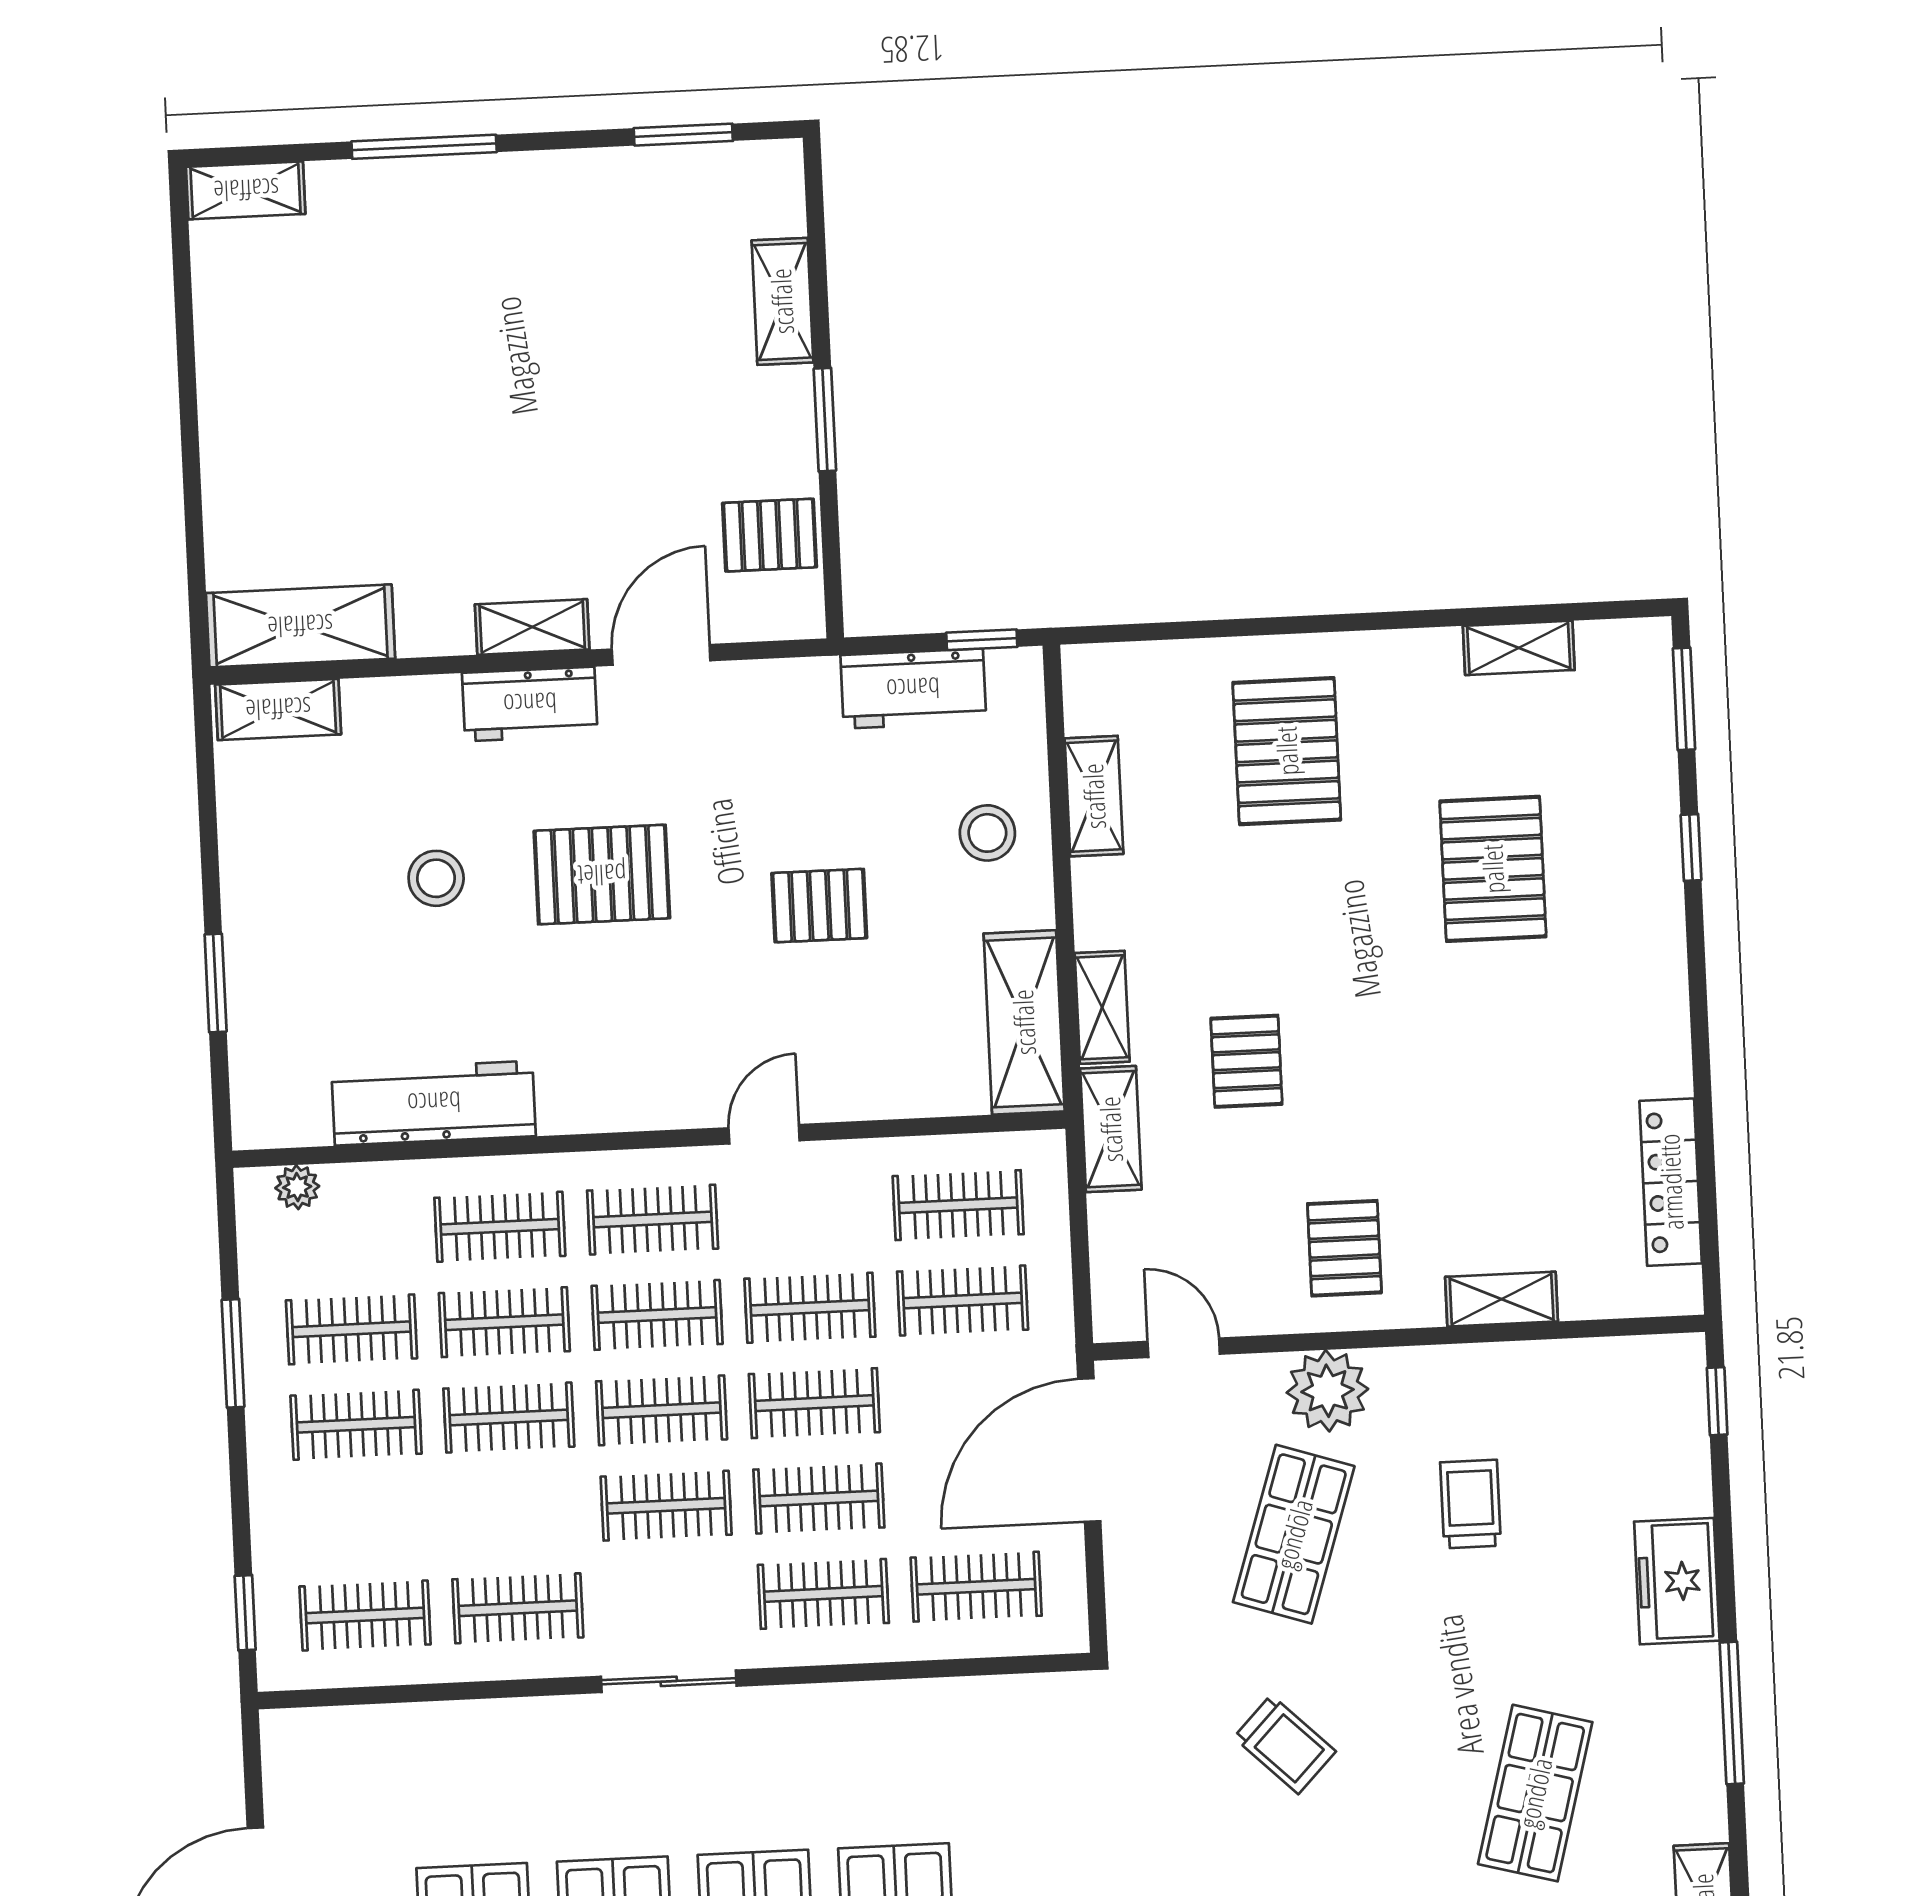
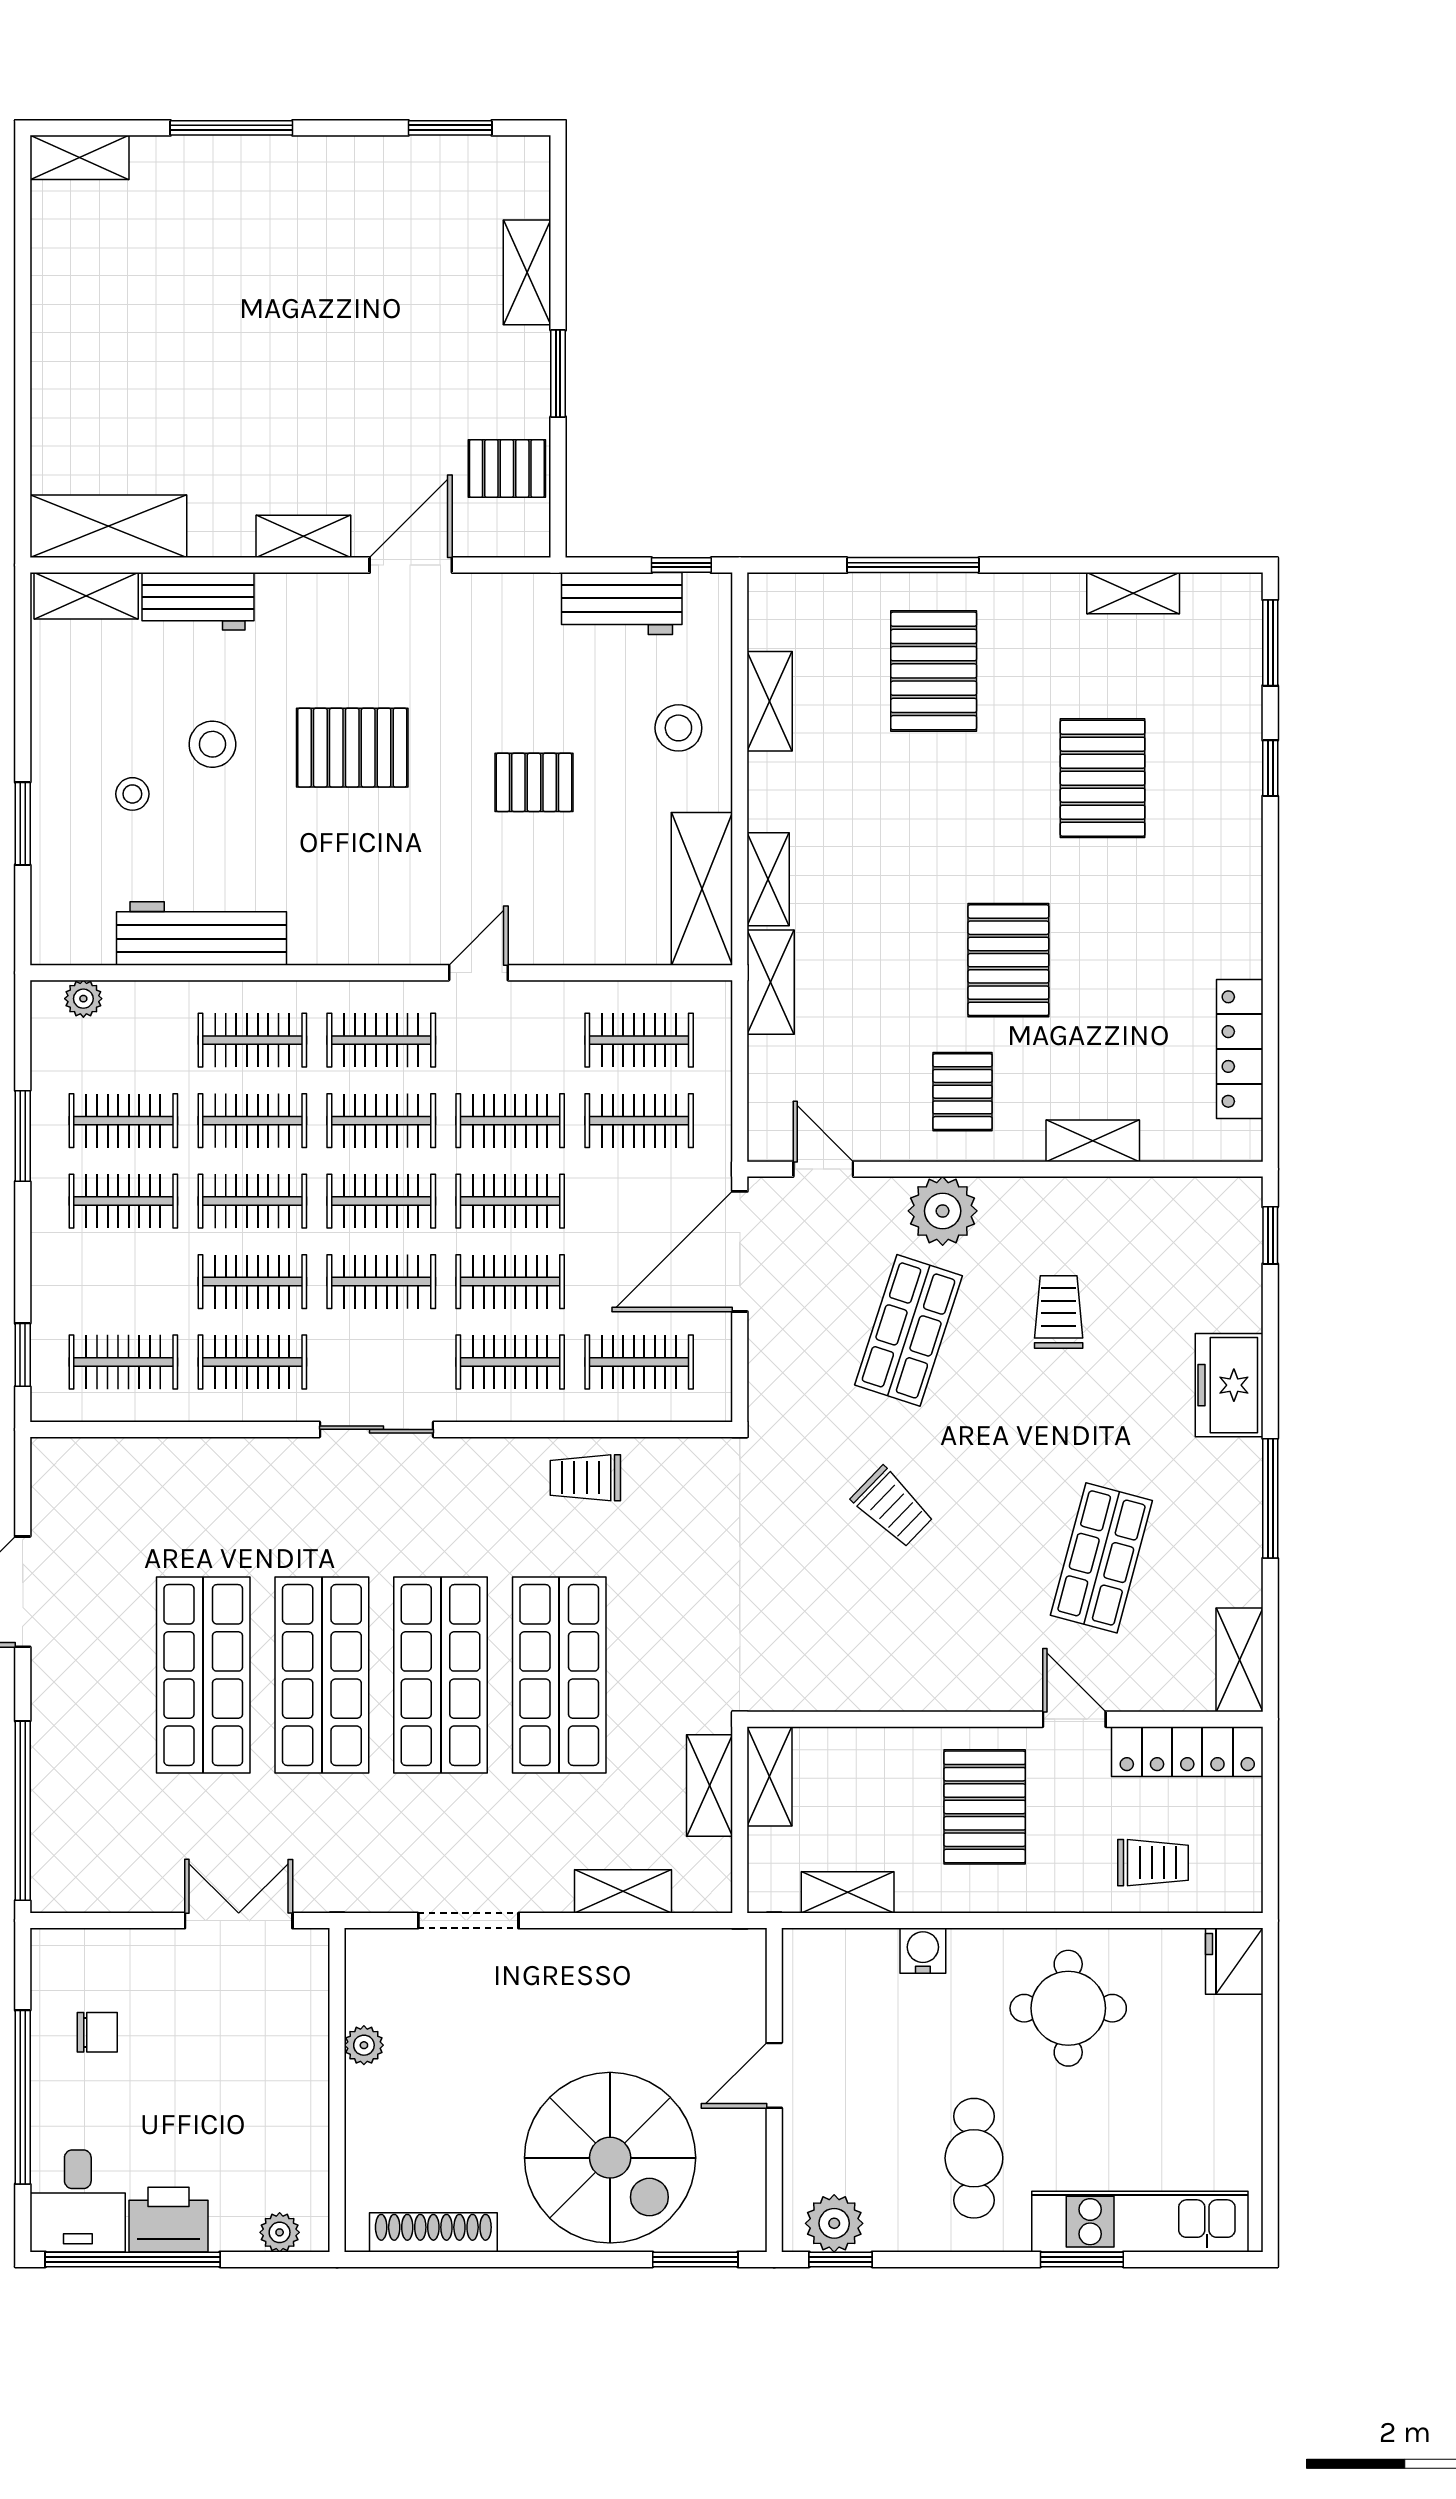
window: (1256, 627) -> (913, 565), added
workbench: (530, 704) -> (198, 601), moved
stool: (344, 942) -> (132, 794), added
pallet: (1246, 1061) -> (1008, 960), moved, width x1.50, depth x1.42
clothes rail: (513, 1513) -> (252, 1282), added
trolley: (919, 1727) -> (585, 1478), added

